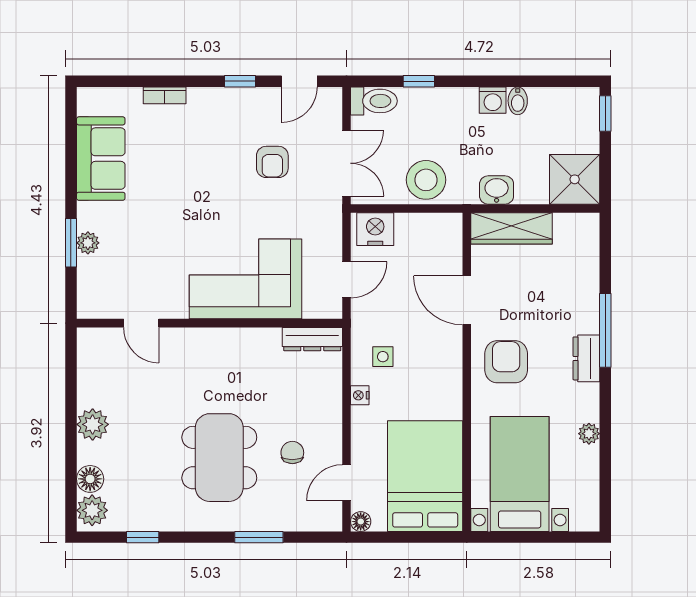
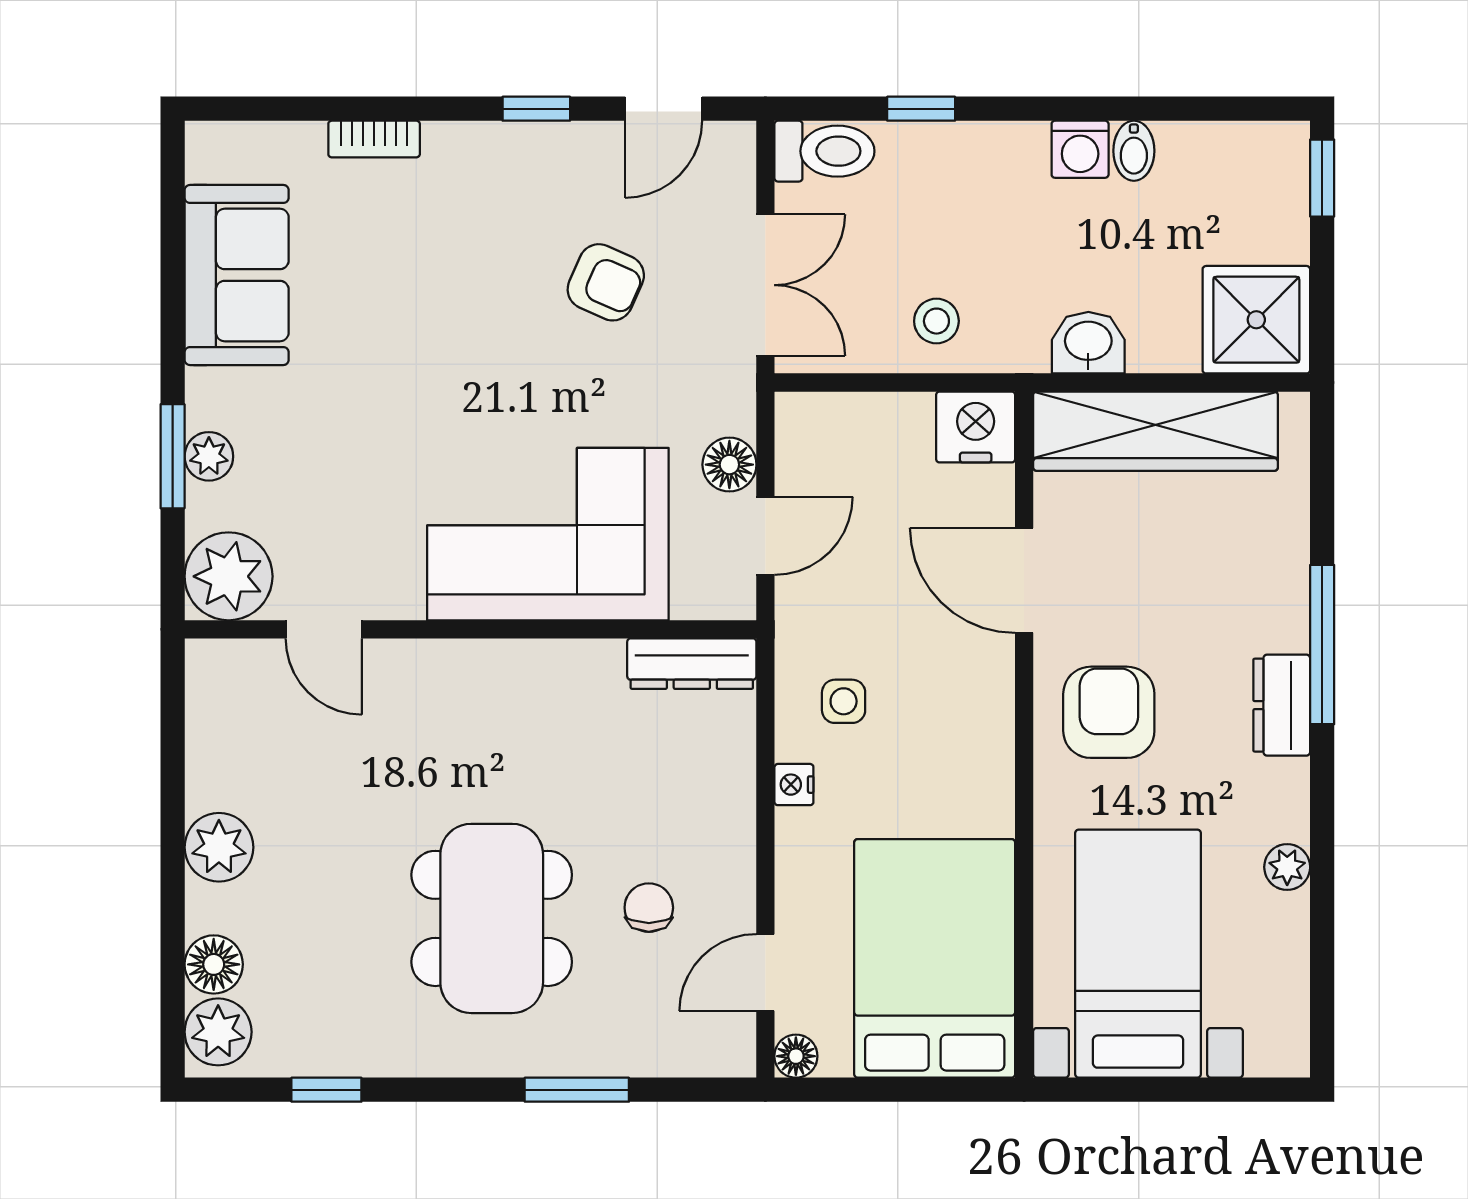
armchair: (272, 162) -> (606, 282), turned -66
stool: (426, 180) -> (936, 321), width x0.53, depth x0.53
wardrobe: (512, 228) -> (1156, 431), width x1.40, depth x1.17
nightstand: (375, 229) -> (976, 427), moved
floor lamp: (330, 247) -> (729, 465), added
plant: (97, 299) -> (229, 576), added

